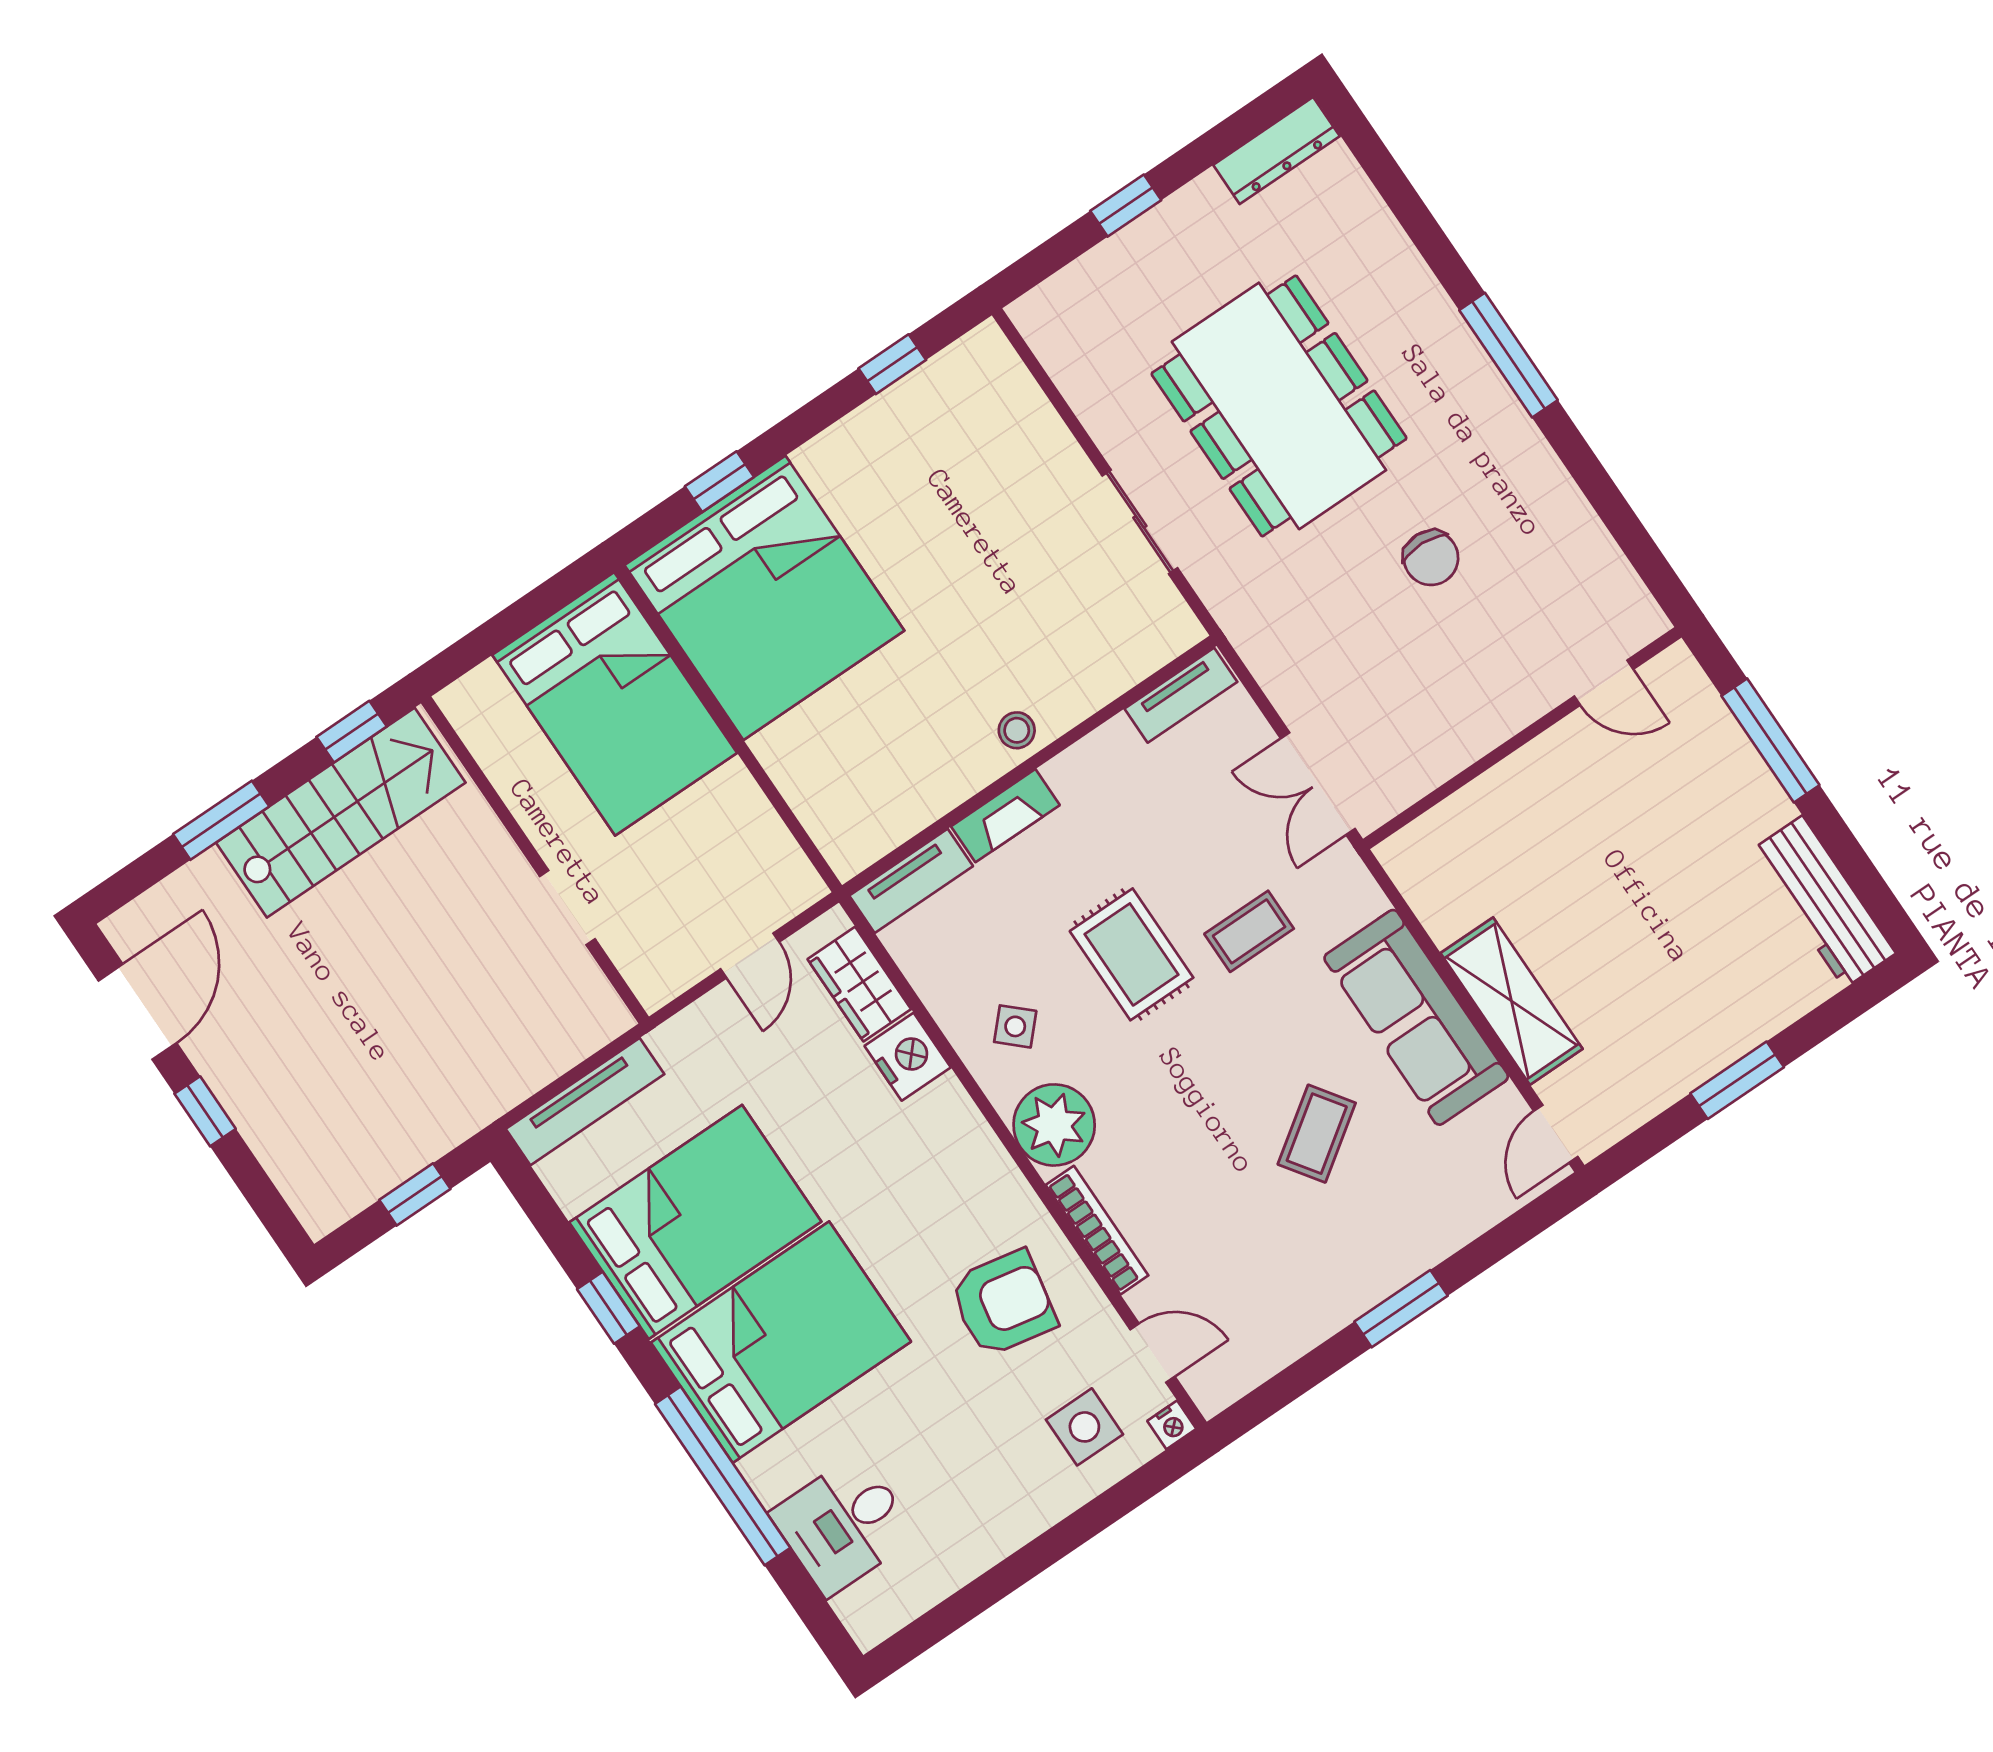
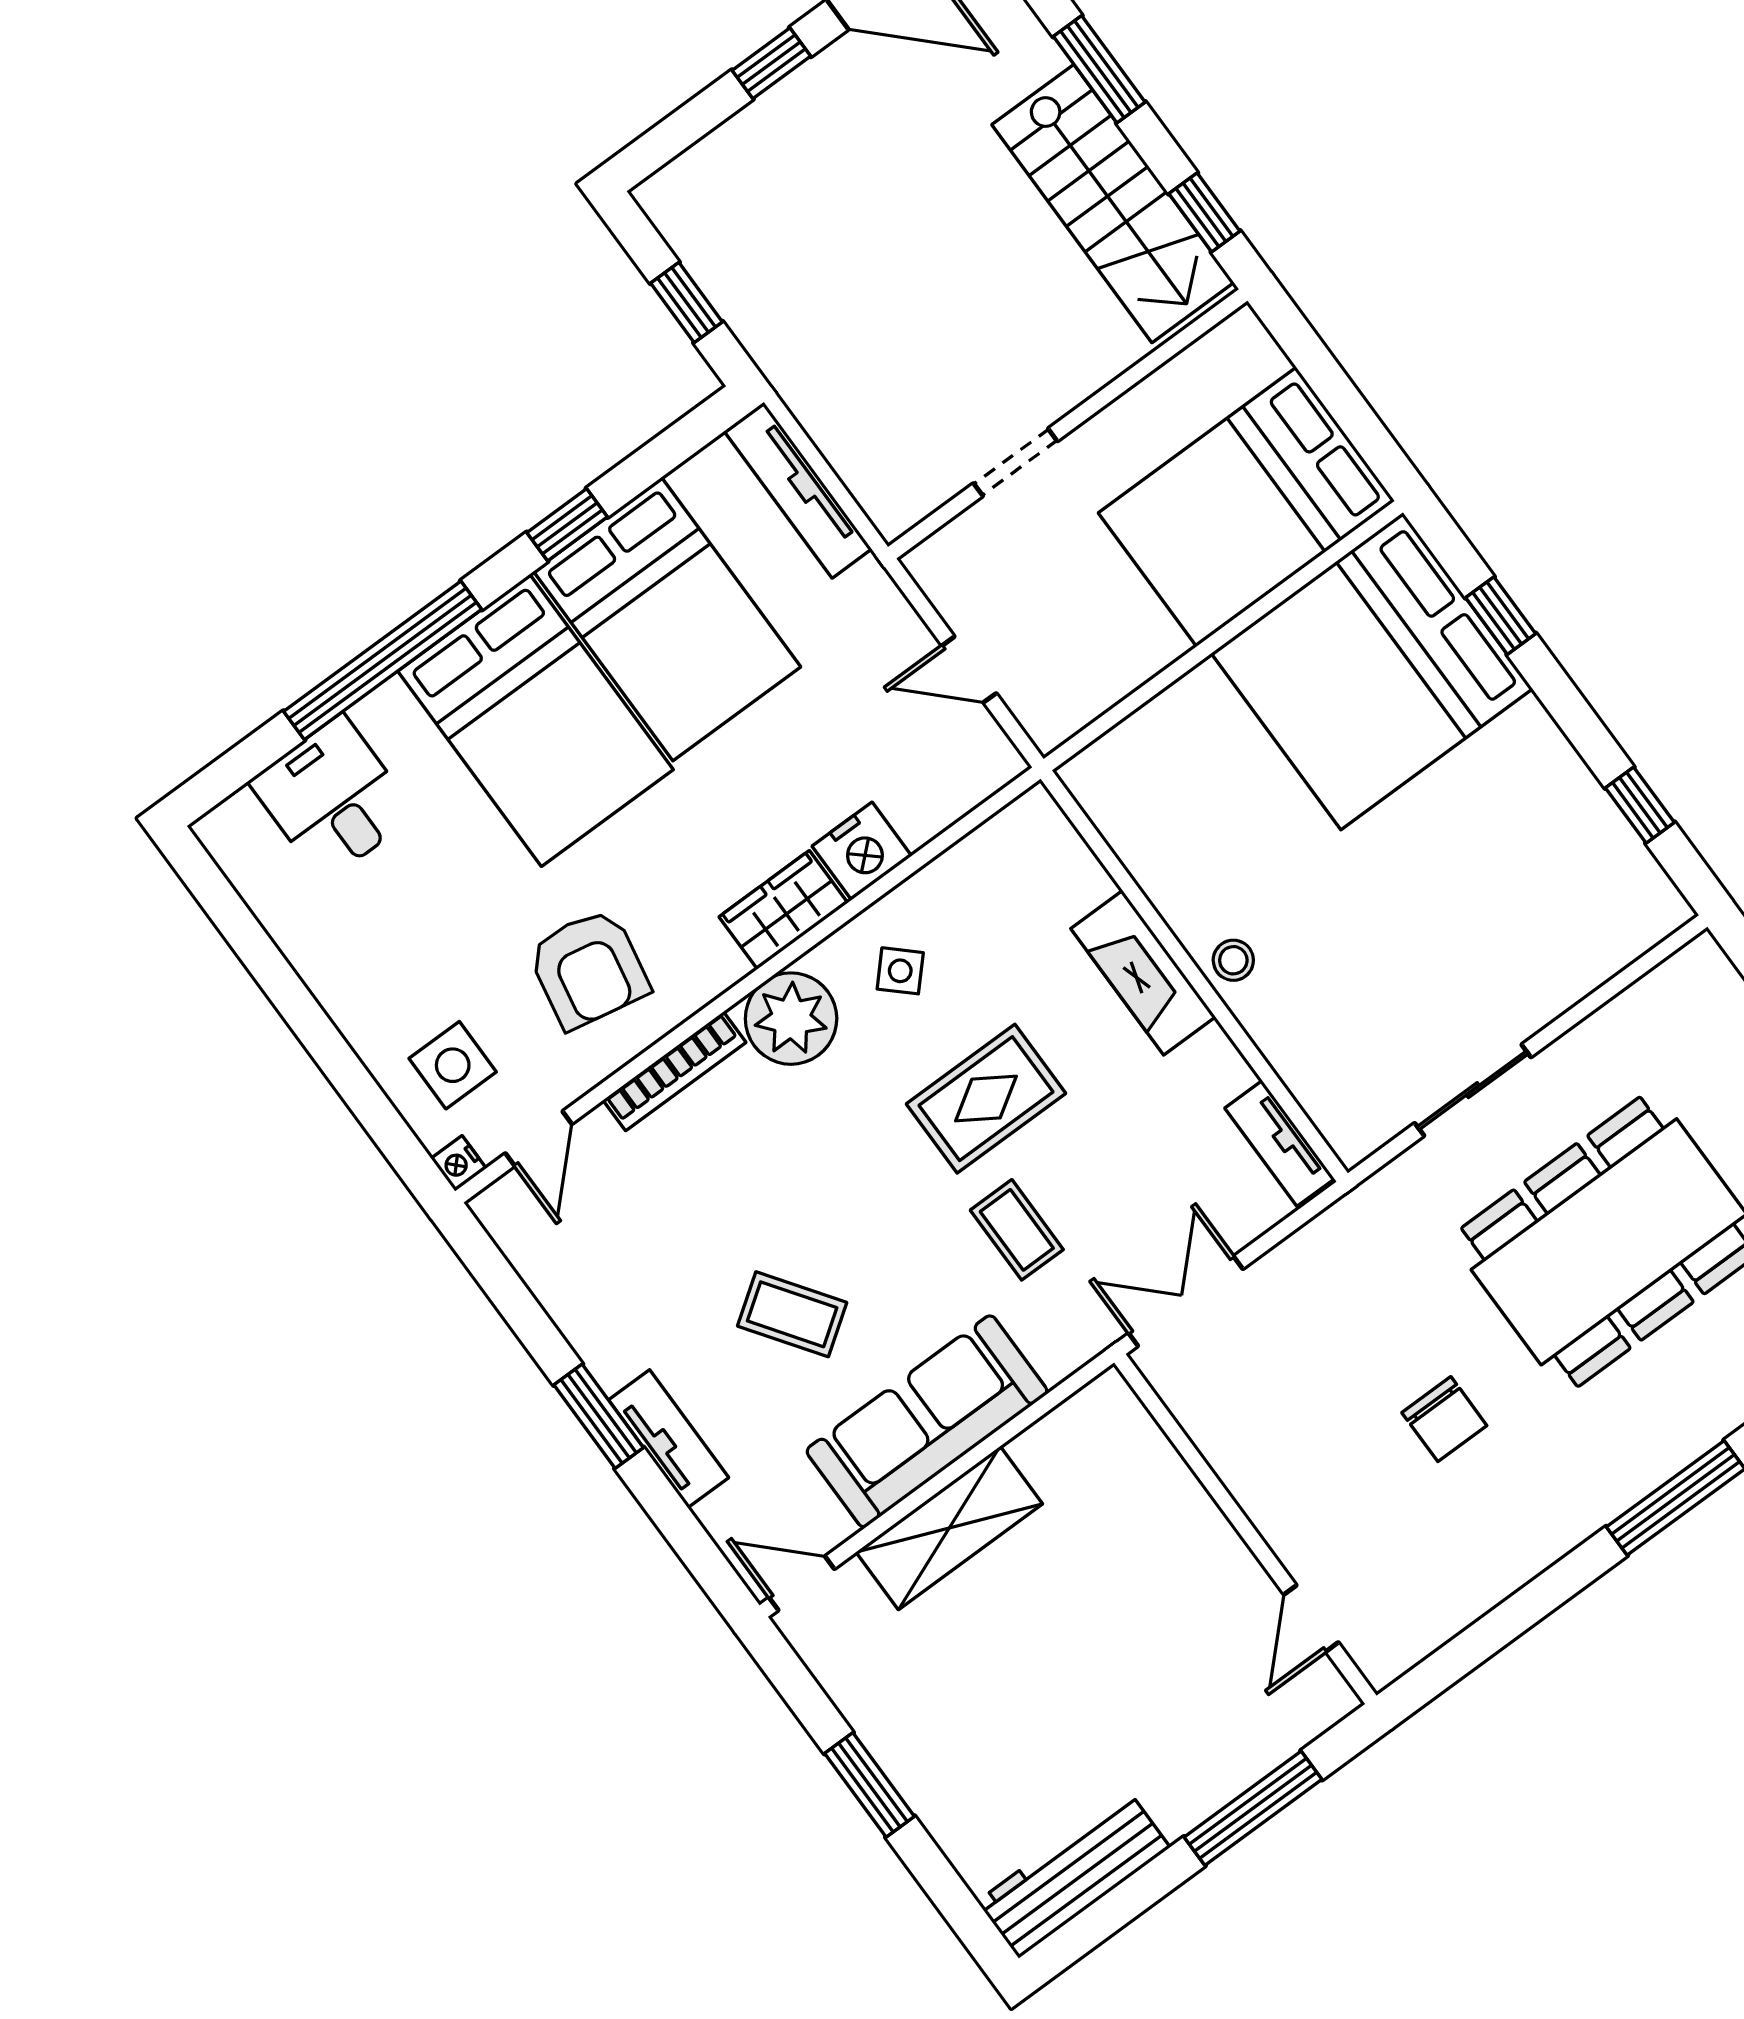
chair: (1431, 558) -> (1444, 1419), turned -92
fireplace: (1005, 816) -> (1143, 973), width x1.37, depth x1.32
tv unit: (911, 881) -> (669, 1439), moved, turned 180
wardrobe: (859, 984) -> (783, 910), moved

